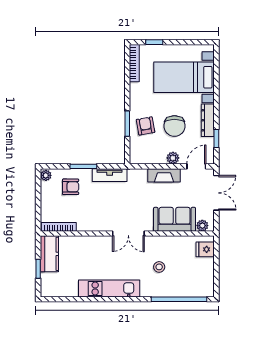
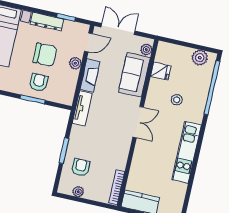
armchair: (146, 126) -> (39, 82), turned 100
door: (196, 166) -> (88, 42), swing flipped
plant: (46, 175) -> (78, 192), moved
tv unit: (110, 175) -> (82, 108), moved
fridge: (205, 249) -> (161, 71), moved, turned -90
plant: (206, 280) -> (200, 58), added

